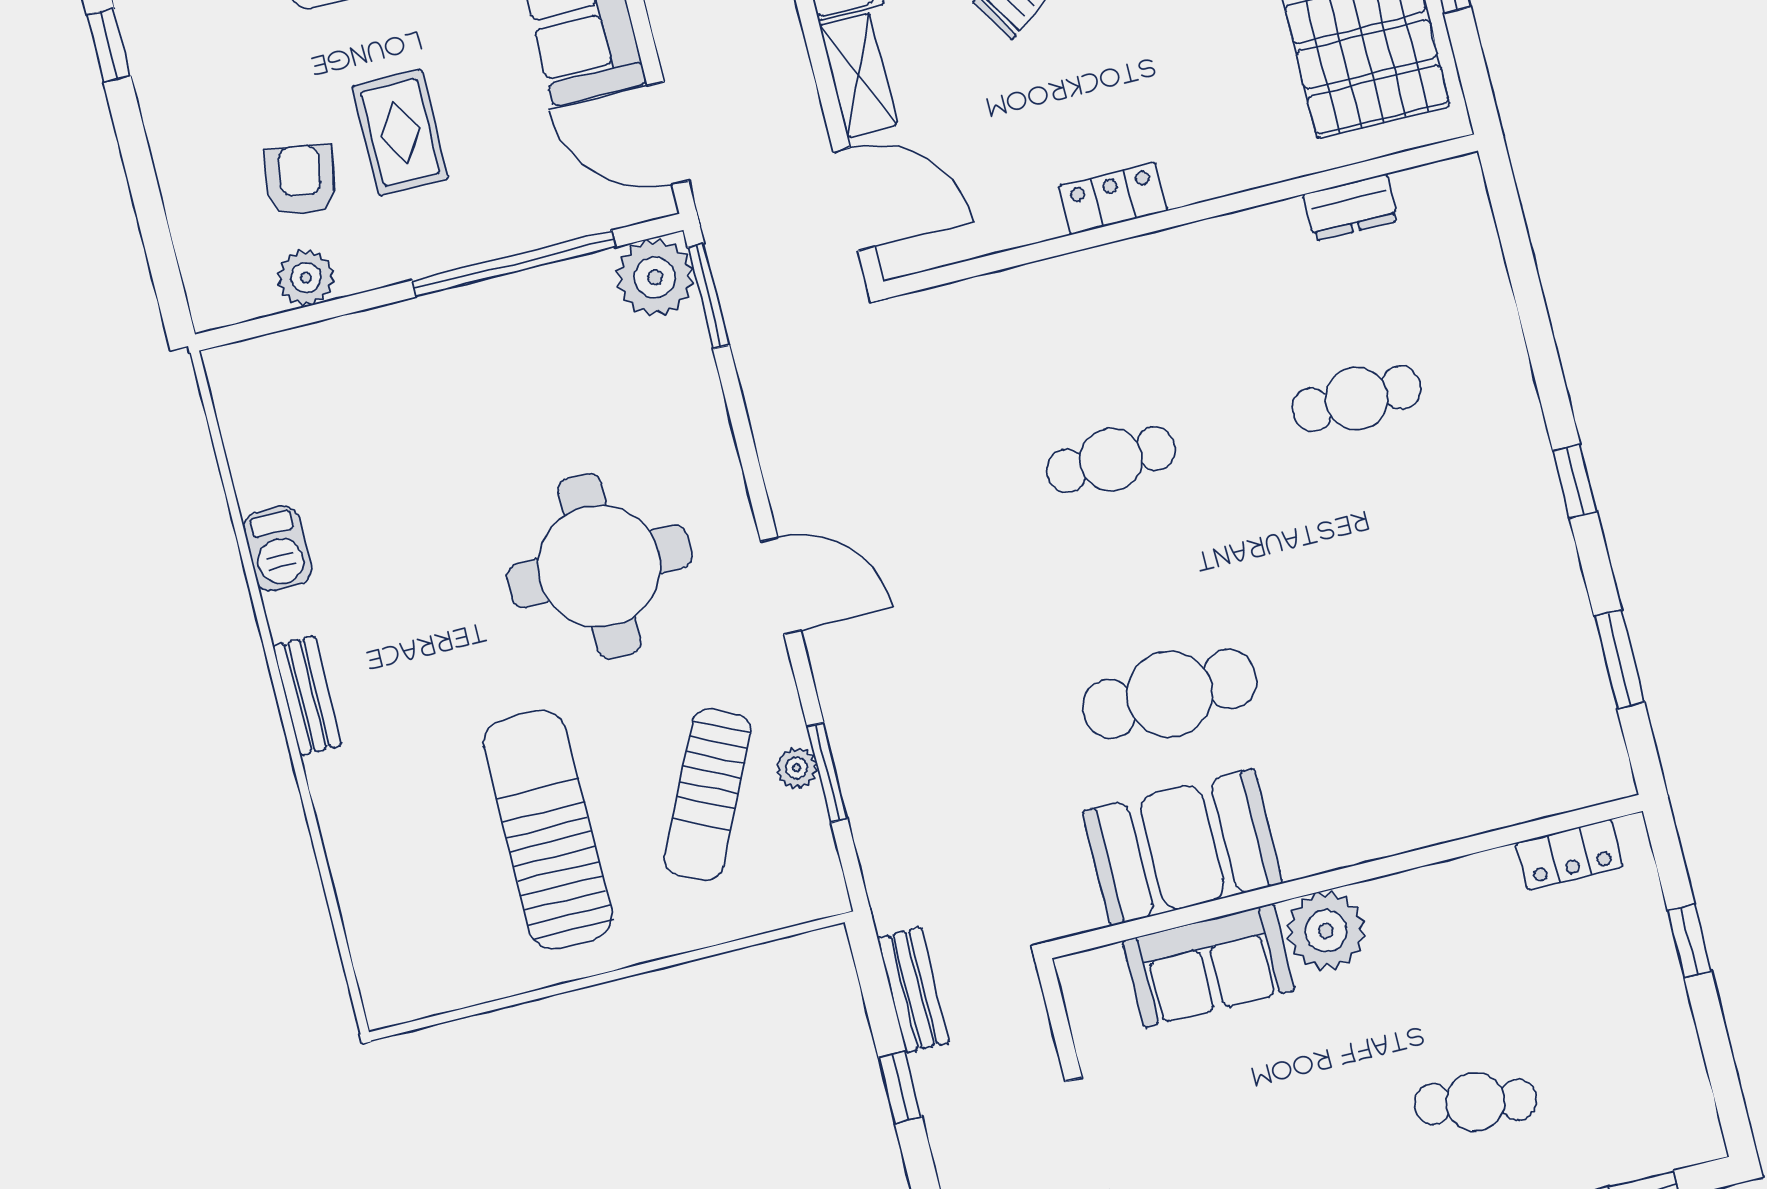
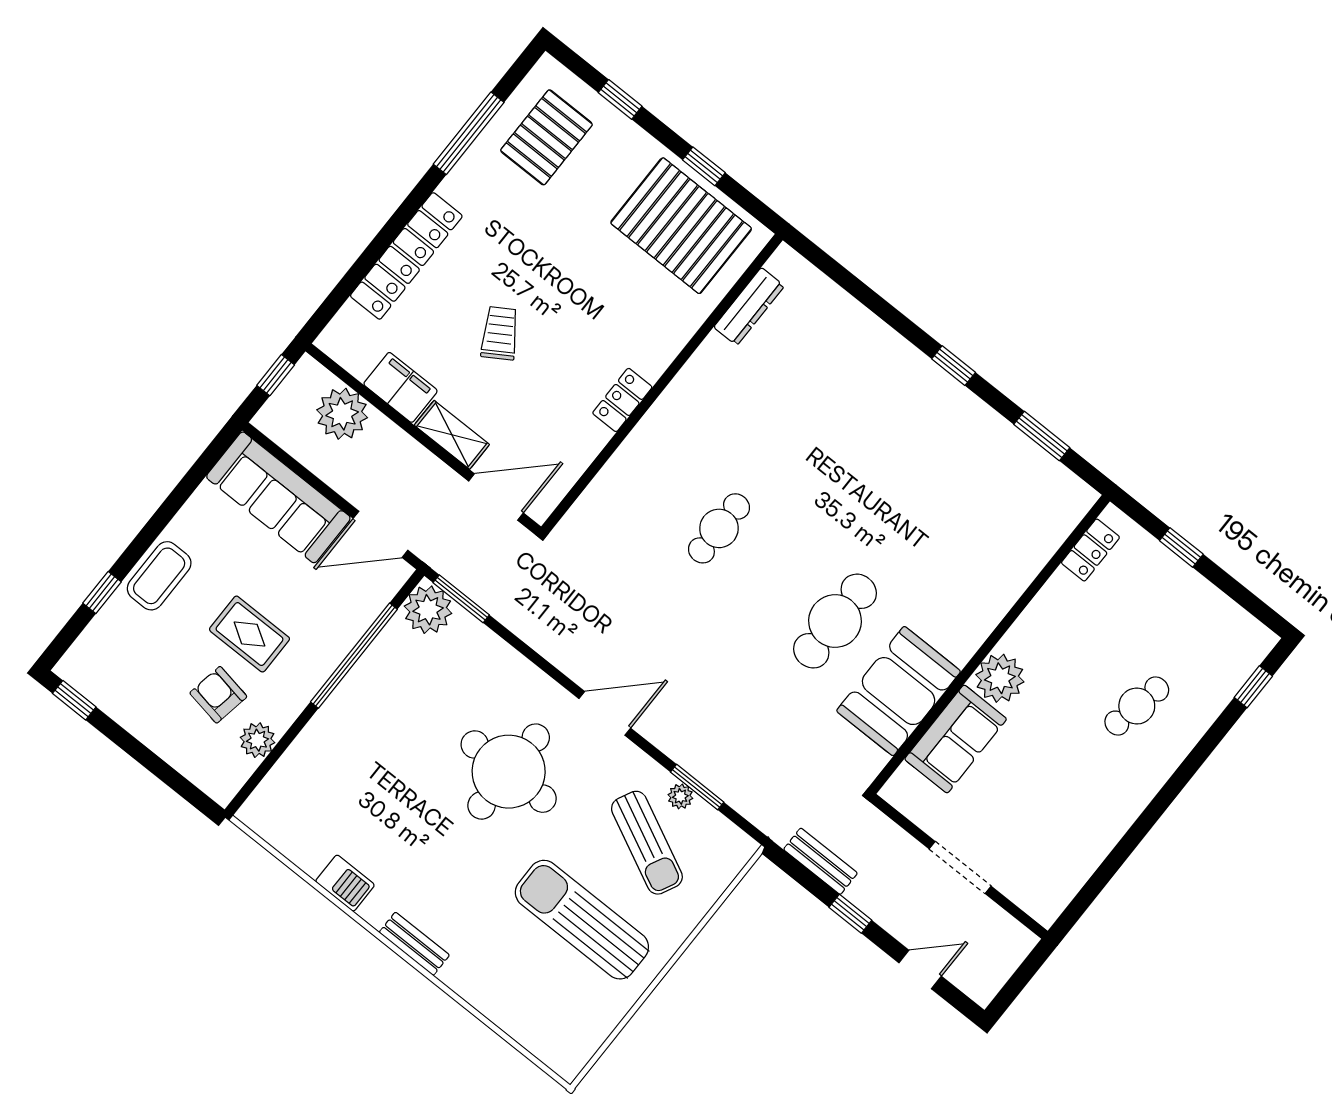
dresser: (1351, 208) -> (749, 307), width x1.44
cafe table: (1357, 399) -> (816, 407), removed

